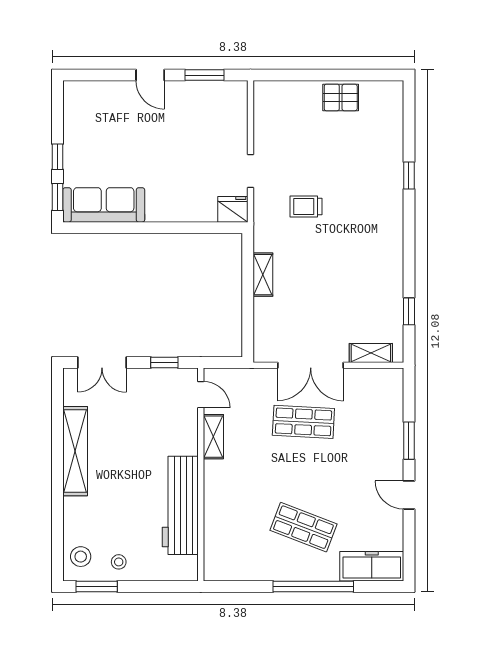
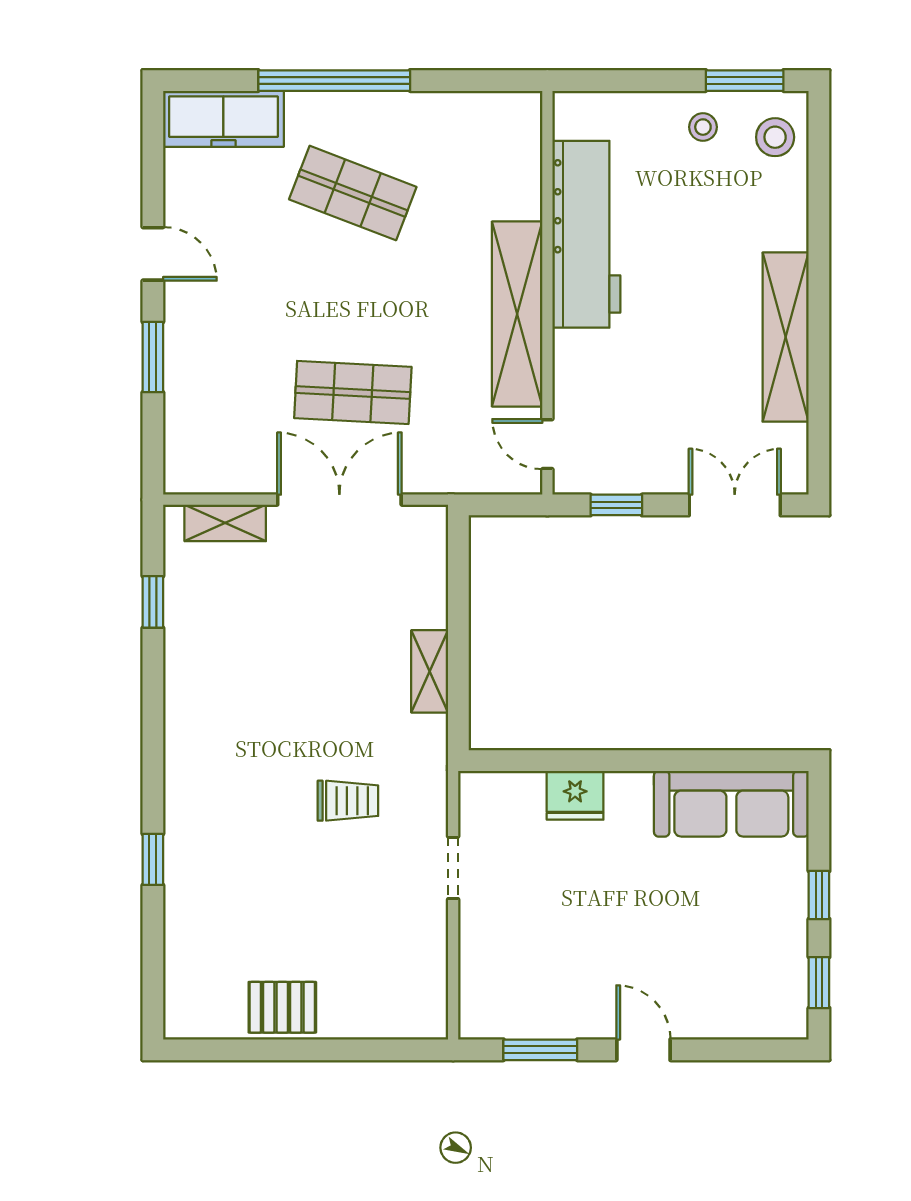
window: (58, 197) -> (819, 983), moved
fridge: (233, 209) -> (575, 795), moved
shelving: (213, 437) -> (517, 314), width x2.20, depth x1.33

